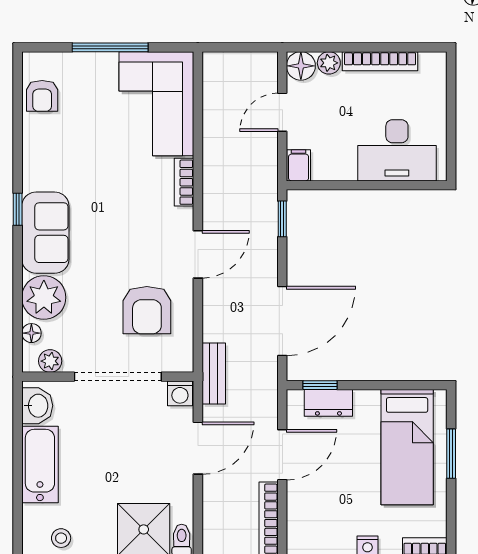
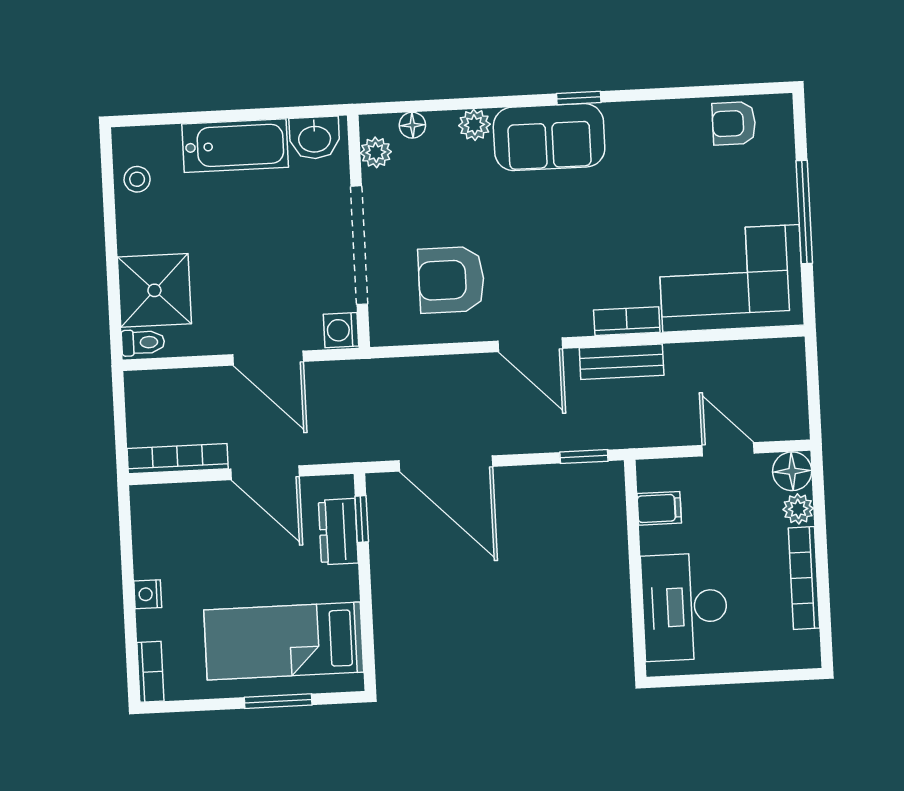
filing cabinet: (299, 165) -> (659, 508), moved
plant: (44, 297) -> (474, 125), width x0.53, depth x0.53
bench: (214, 373) -> (622, 362), moved

